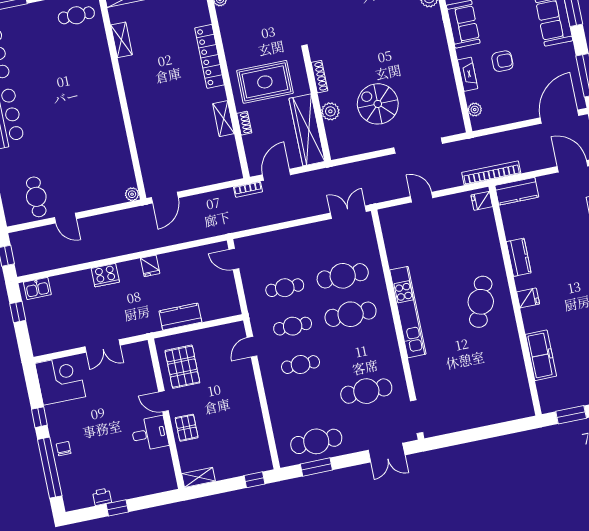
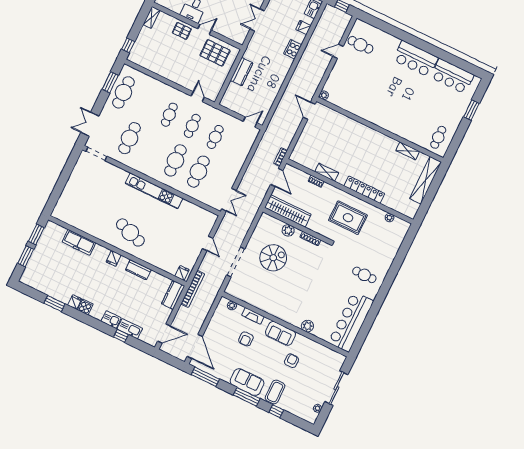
rug: (265, 82) -> (348, 218), moved, turned 90
door: (422, 197) -> (208, 243), hinge flipped
fridge: (150, 266) -> (303, 28), moved

